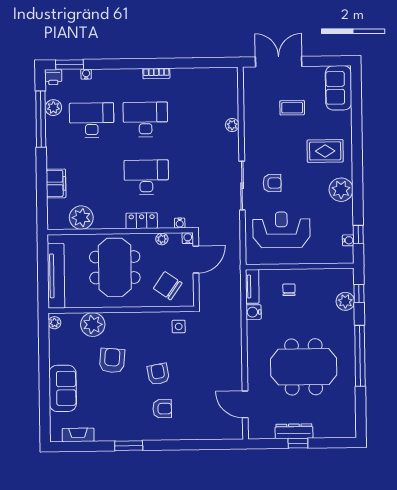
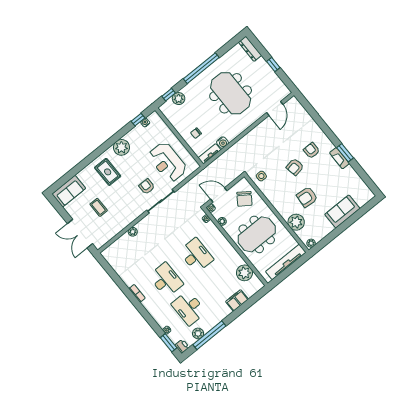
desk: (145, 119) -> (166, 280), turned 180
desk: (146, 177) -> (196, 255), turned 180
locker: (142, 221) -> (221, 240), removed
dresser: (294, 431) -> (250, 49), moved
fireplace: (78, 435) -> (339, 158), moved

